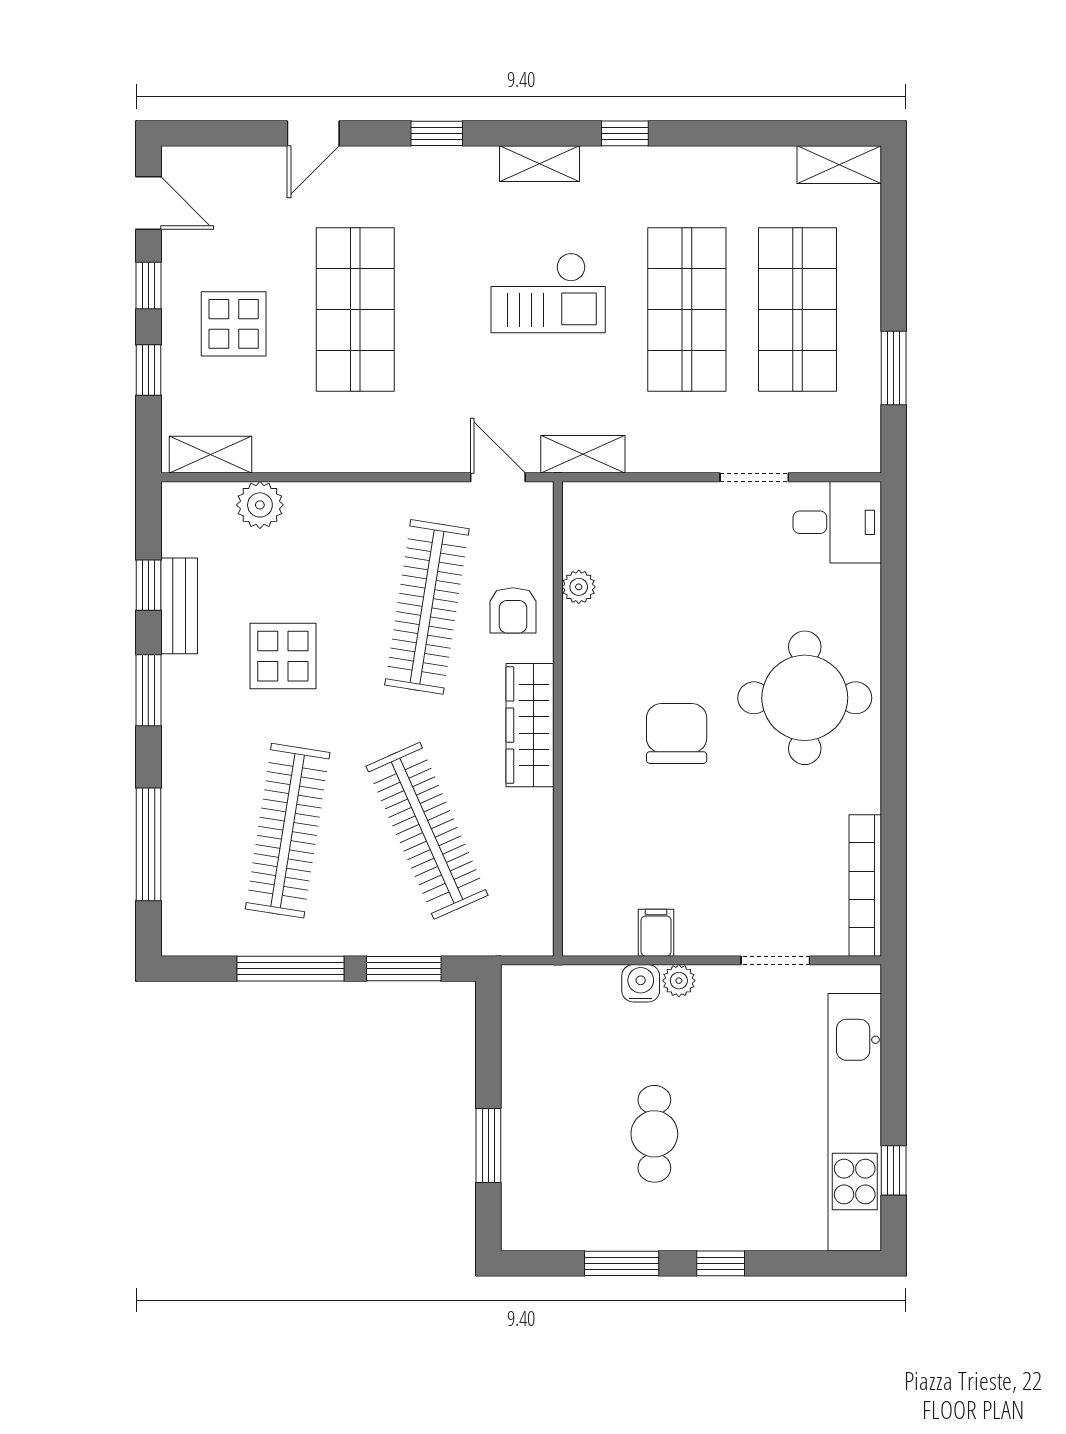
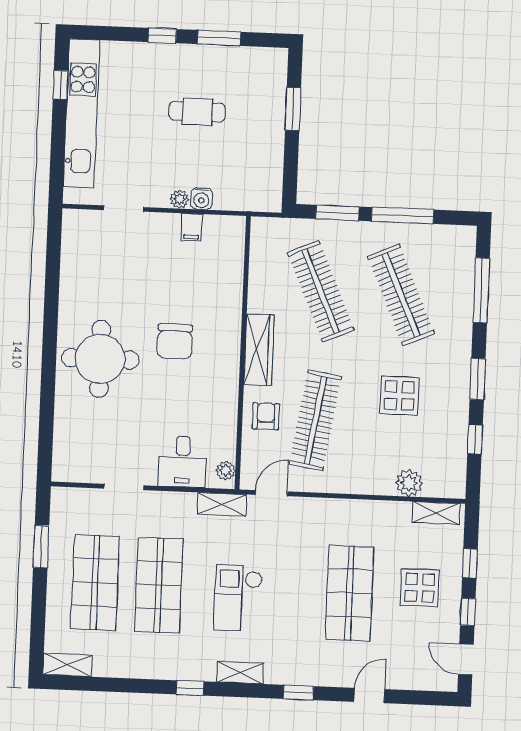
checkout: (548, 293) -> (238, 598), turned -90
door: (498, 477) -> (271, 493), swing flipped
desk: (837, 522) -> (183, 462), moved, turned -90
plant: (579, 587) -> (226, 471), moved
bench: (179, 606) -> (458, 427), removed
clothes rail: (288, 831) -> (401, 295), turned -33
bookcase: (865, 885) -> (70, 249), removed
cafe table: (654, 1134) -> (197, 112), turned 90

